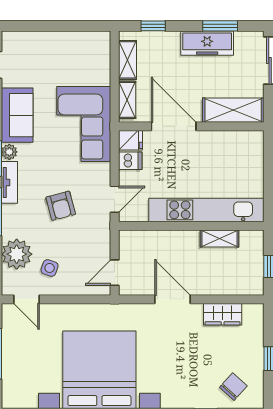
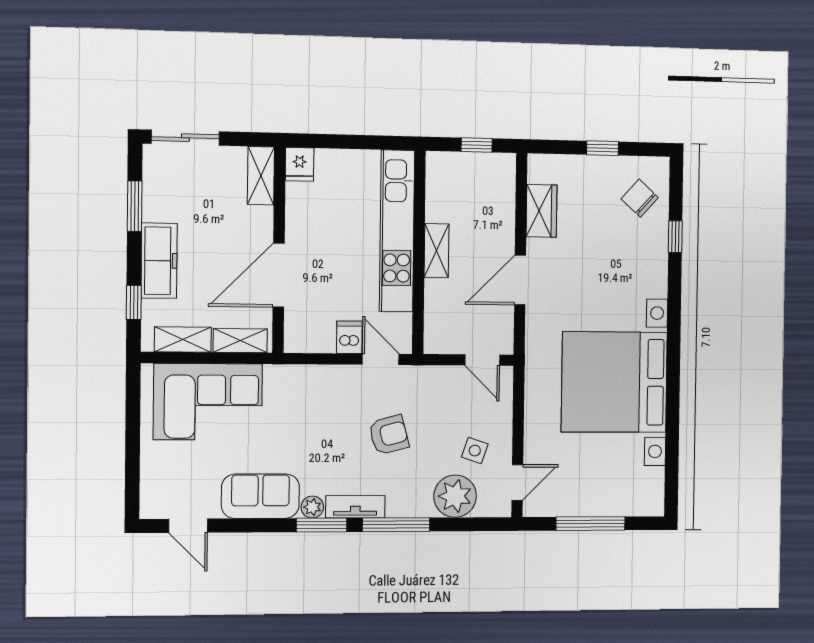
freezer: (207, 43) -> (159, 261), moved
shelving: (233, 110) -> (261, 176), width x0.67, depth x0.75
corner sofa: (84, 124) -> (208, 402), moved
fridge: (130, 140) -> (300, 164), moved, turned 180
dishwasher: (130, 161) -> (349, 337), moved
shelving: (220, 238) -> (436, 251), moved

